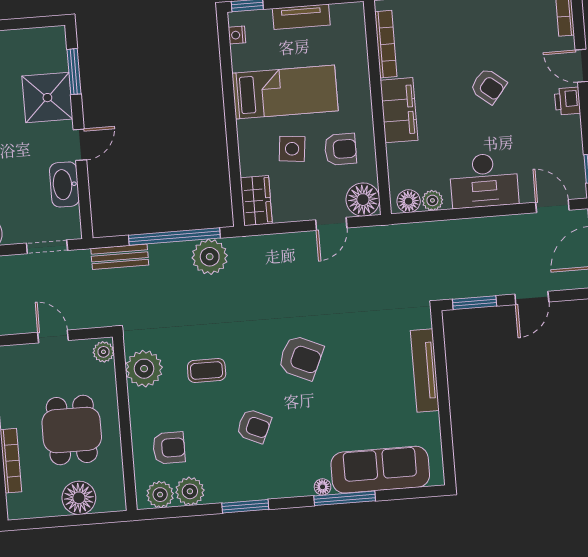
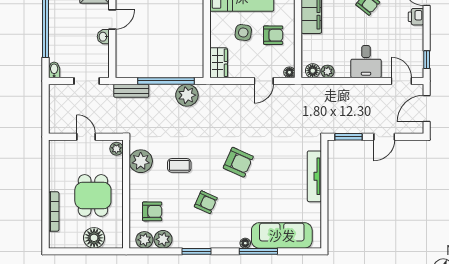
desk: (484, 180) -> (366, 62), width x0.73
washbasin: (64, 184) -> (103, 37), width x0.52, depth x0.69
floor lamp: (363, 200) -> (289, 72), width x0.53, depth x0.53

